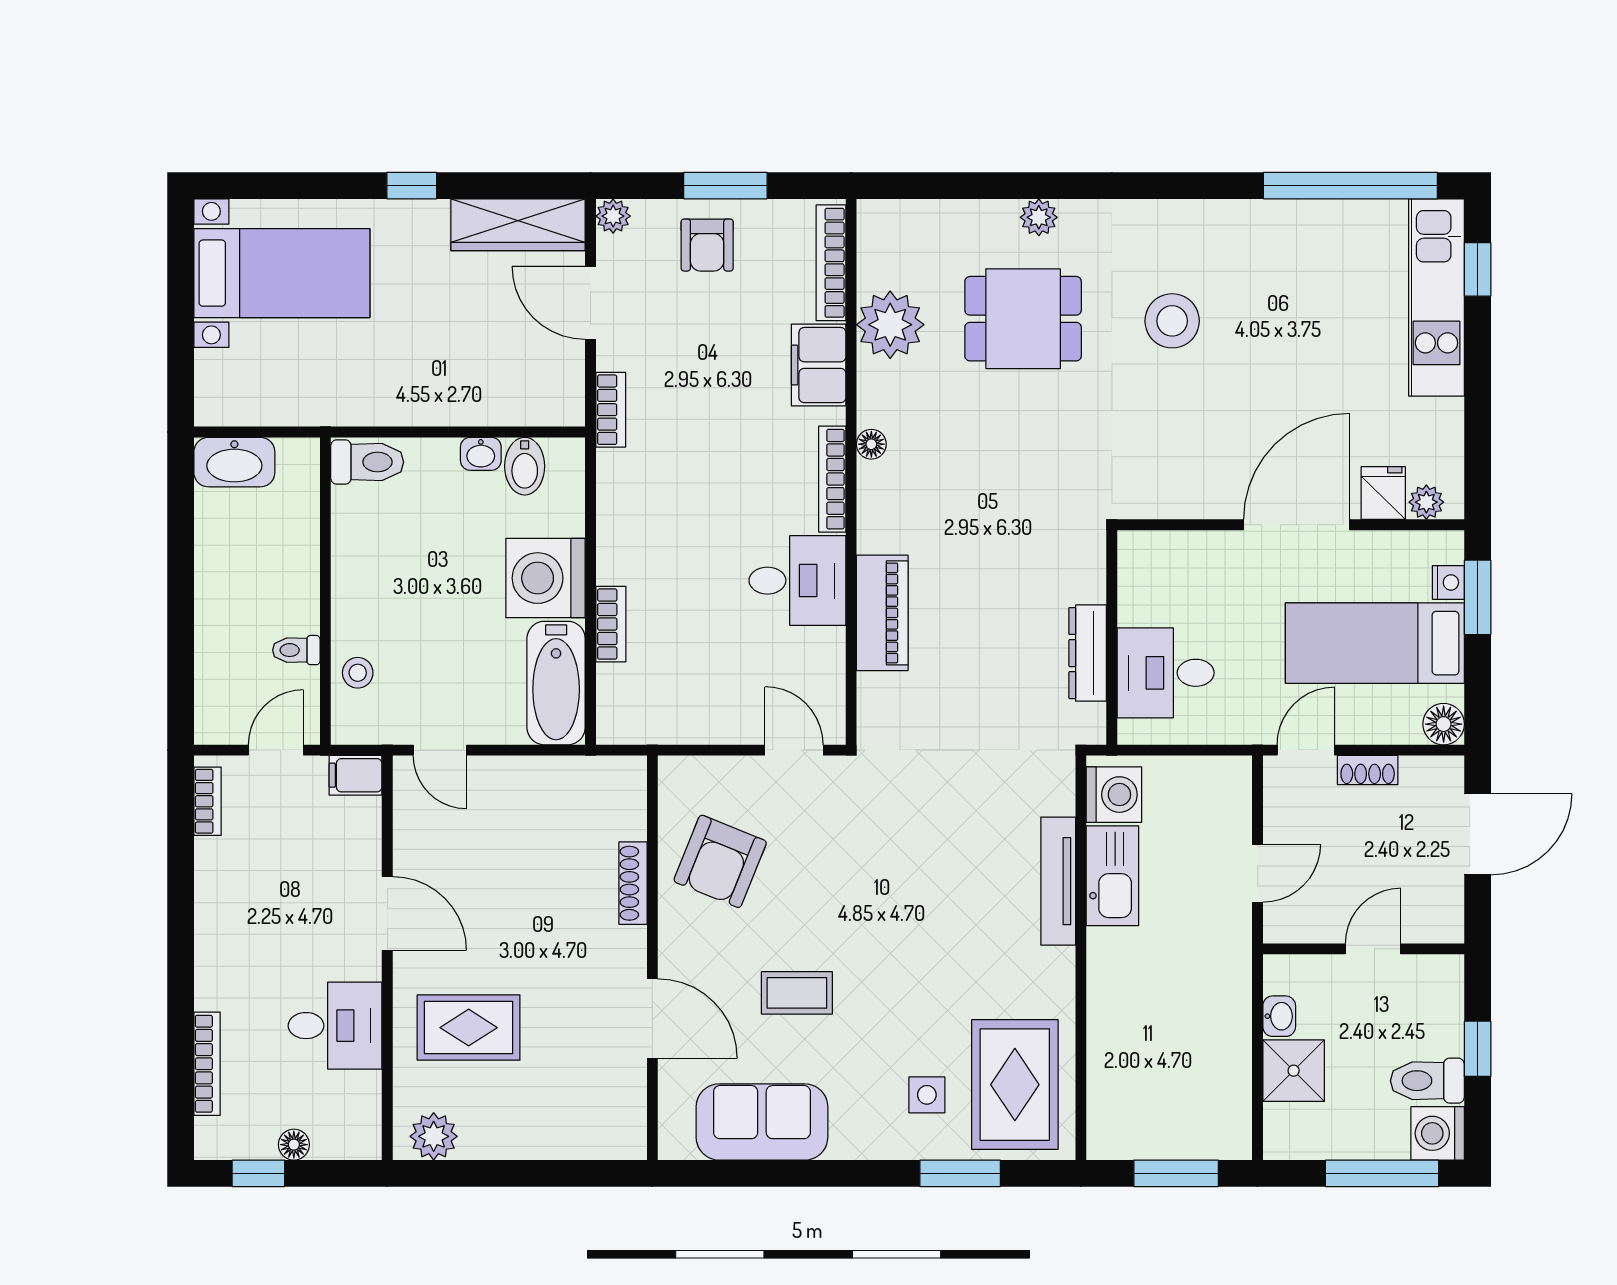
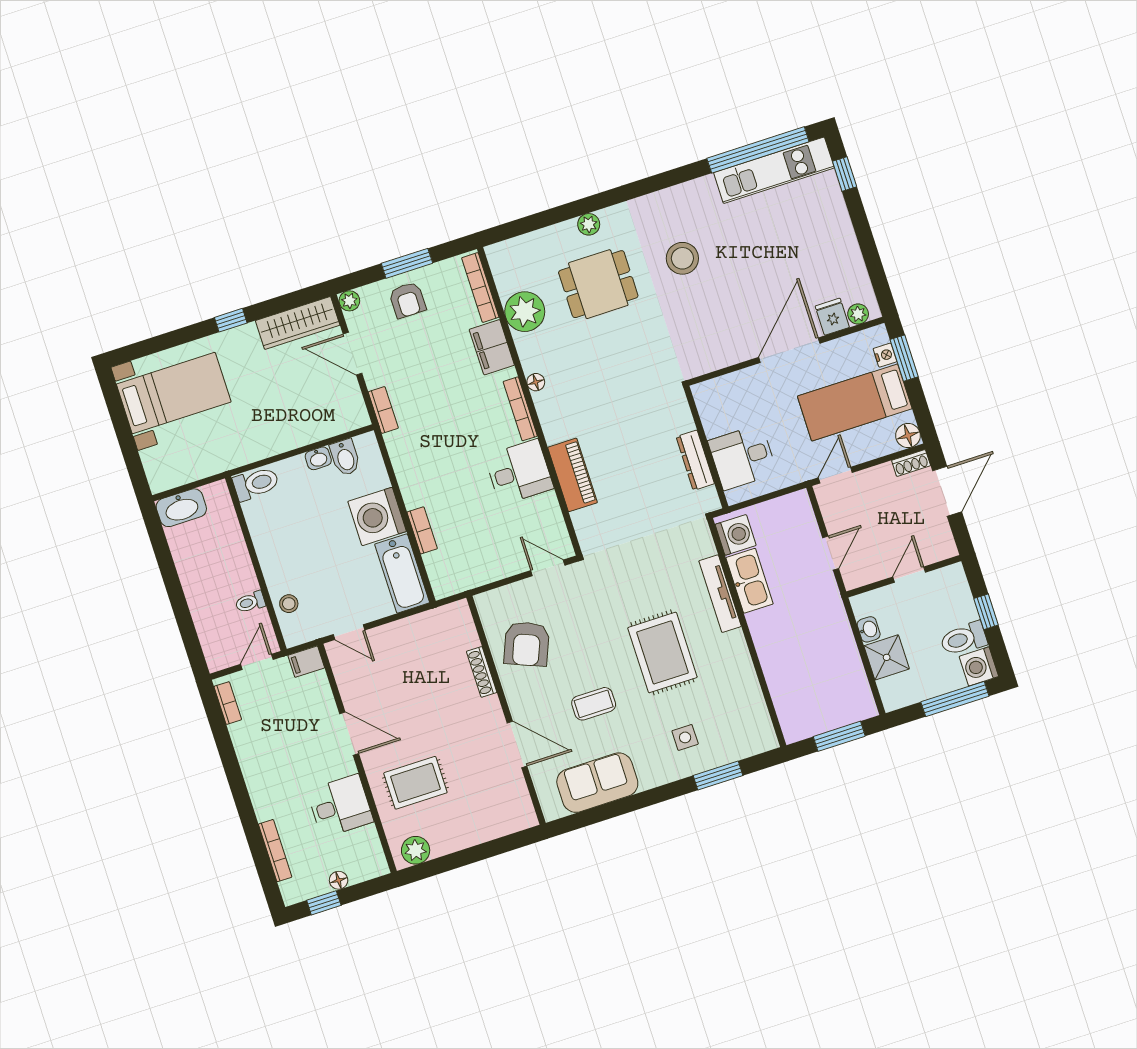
kitchen unit: (1436, 297) -> (774, 170), moved, turned -90
shoe rack: (1368, 770) -> (911, 463), moved
rug: (1015, 1085) -> (662, 652), moved

